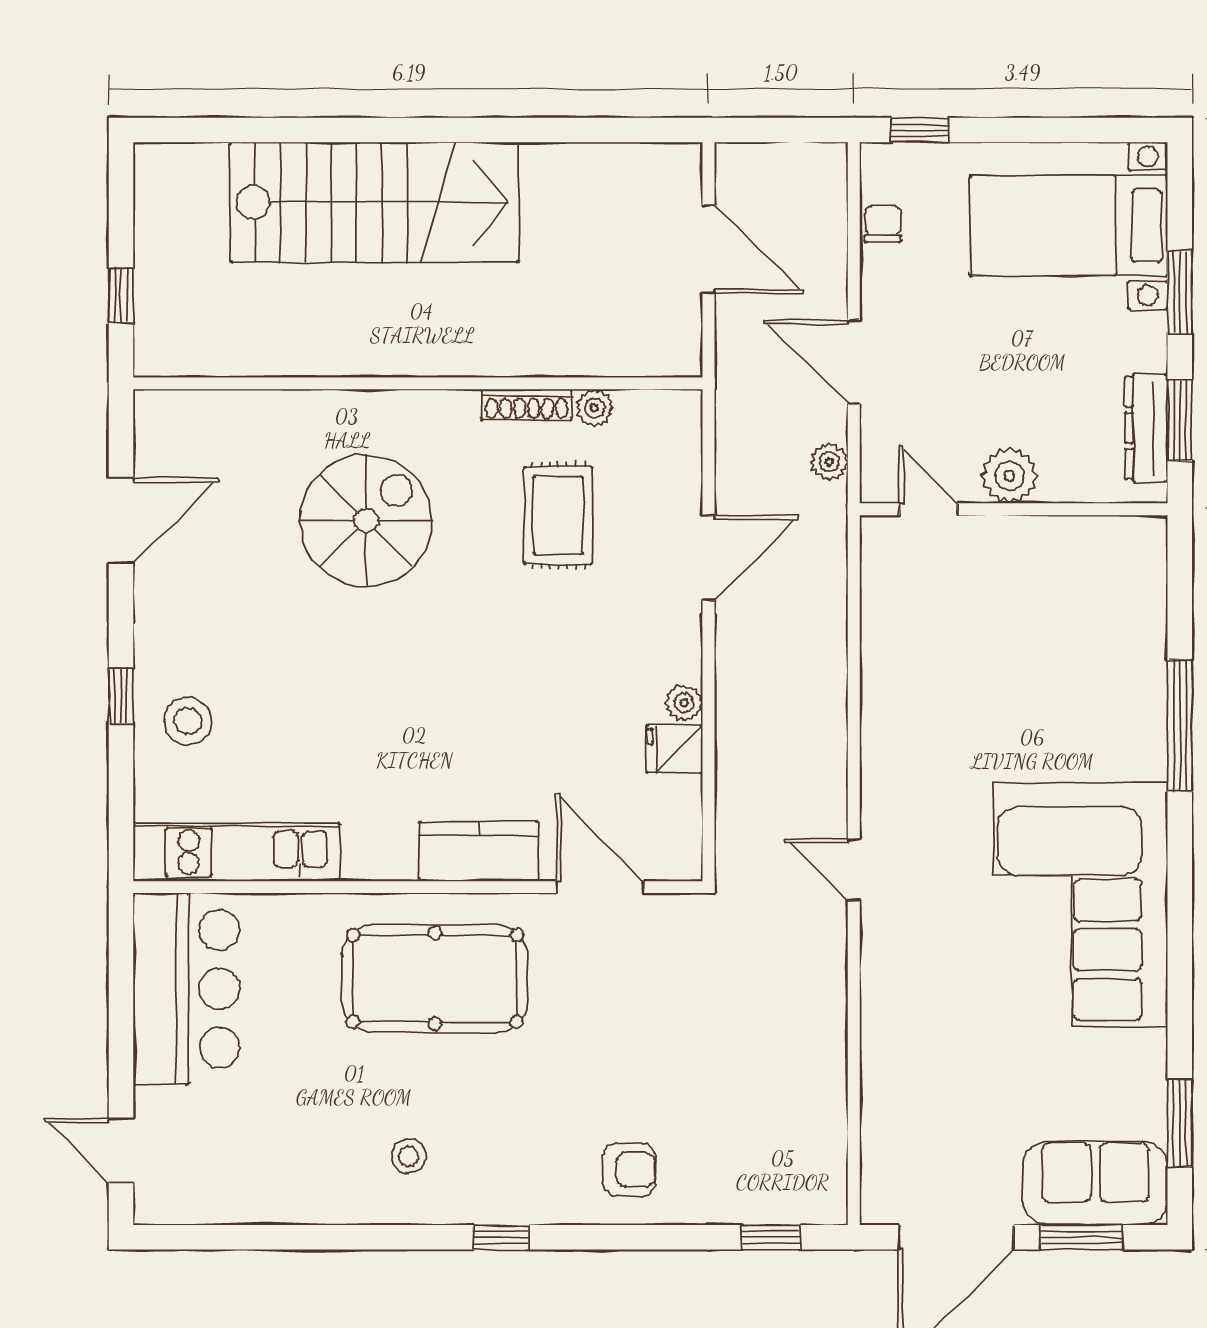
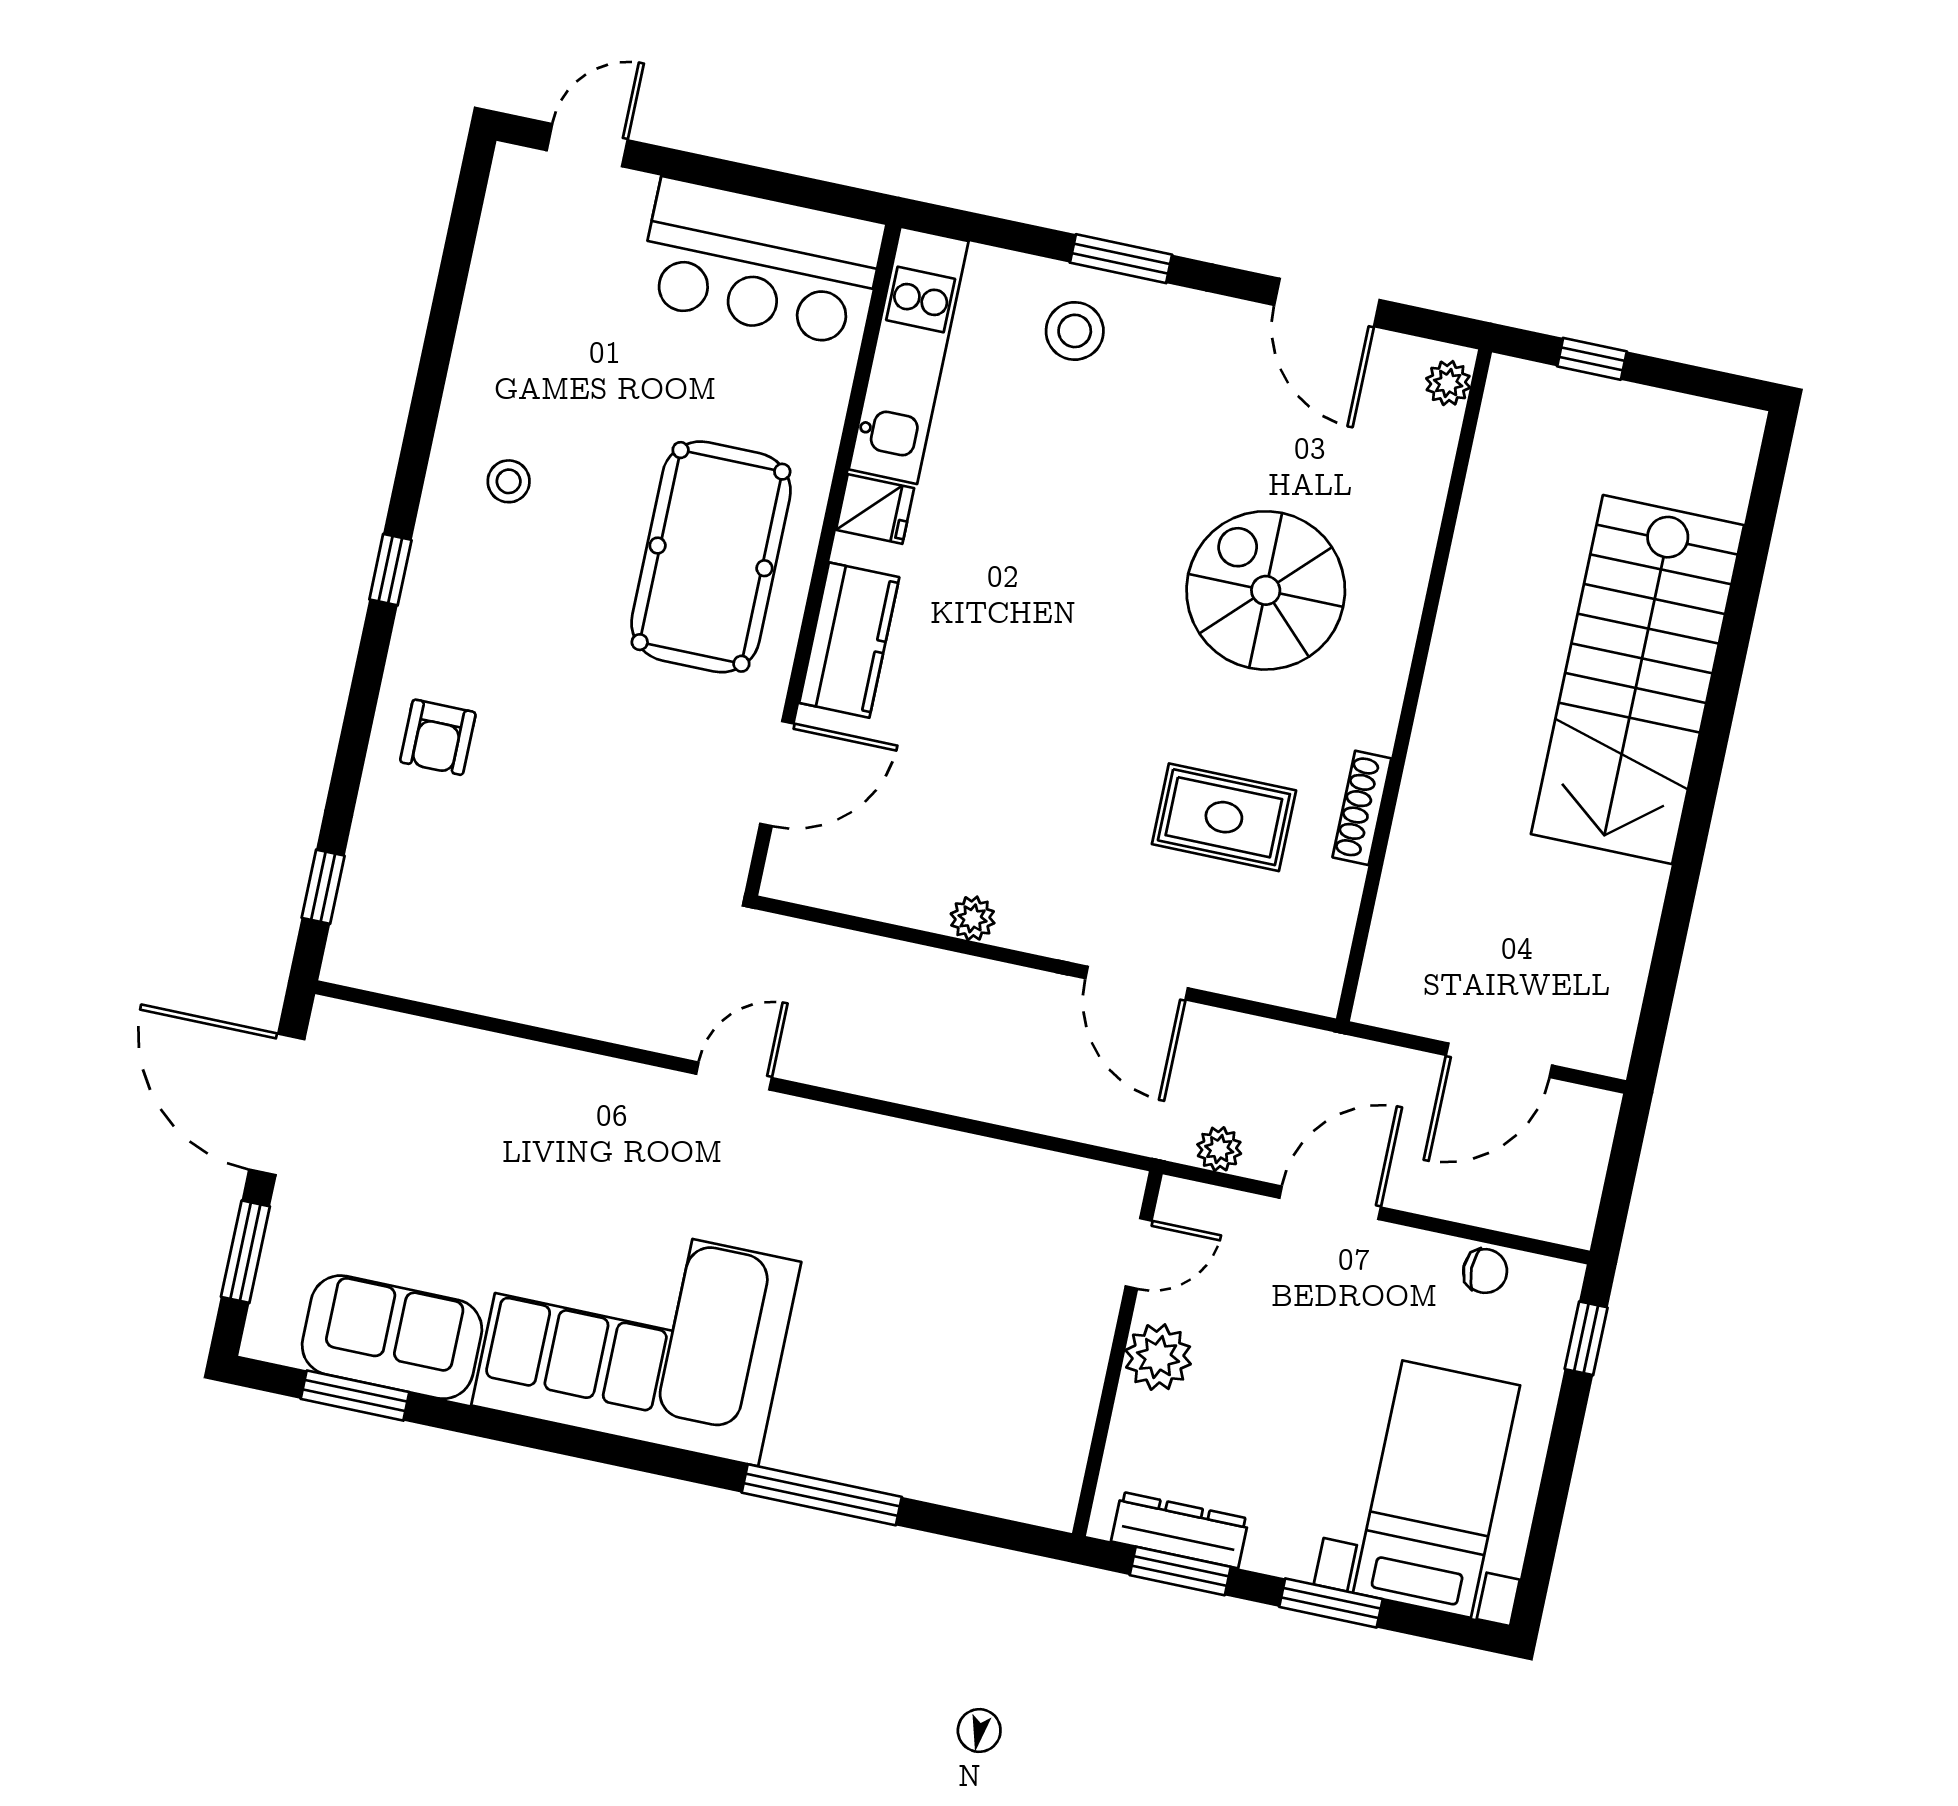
plant: (595, 408) -> (1448, 383), moved
spiral stairs: (366, 521) -> (1266, 590), turned 180
window: (121, 696) -> (1121, 259), width x1.50
fridge: (674, 749) -> (875, 509), moved, turned 90
sofa: (1095, 1183) -> (392, 1337), moved, turned -90

